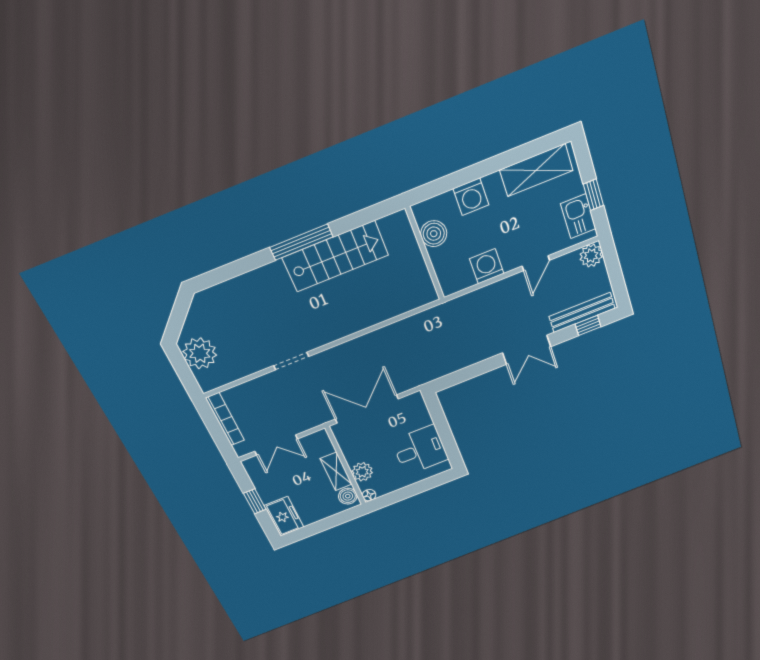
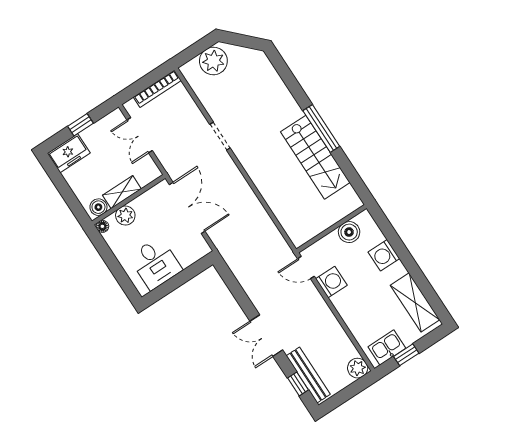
door: (536, 263) -> (306, 268), moved

